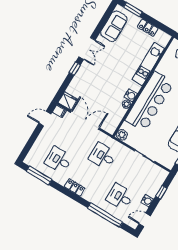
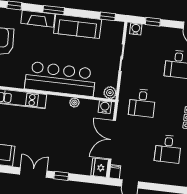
water cooler: (131, 95) -> (105, 107), moved
water cooler: (147, 201) -> (136, 29), moved

